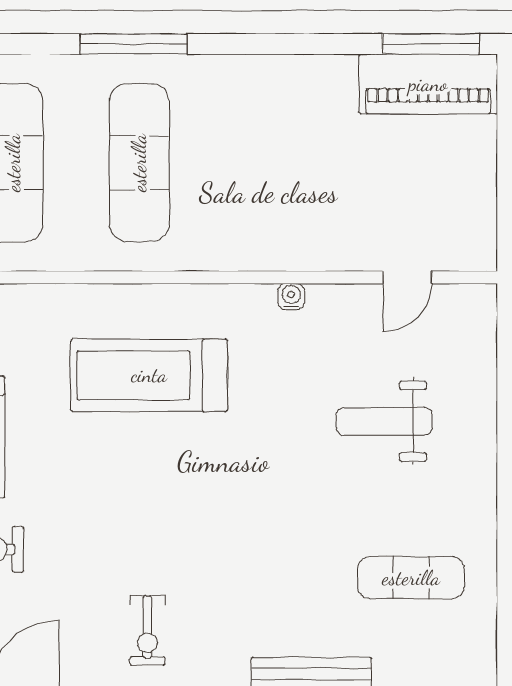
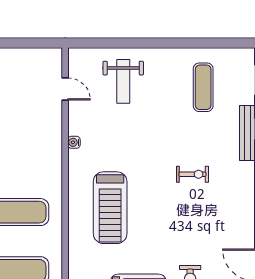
weight bench: (384, 421) -> (123, 81), moved
exercise bike: (147, 630) -> (192, 174), moved

